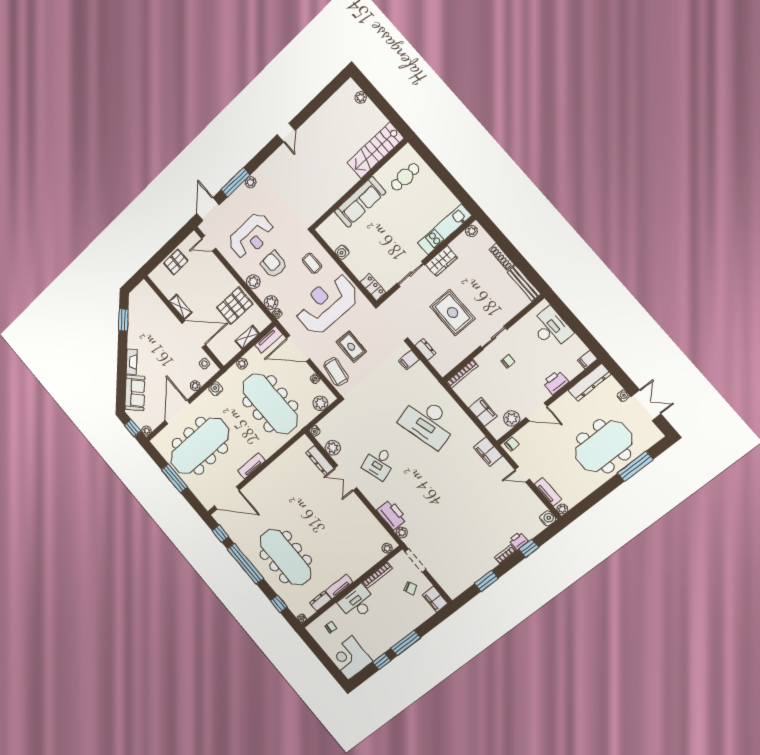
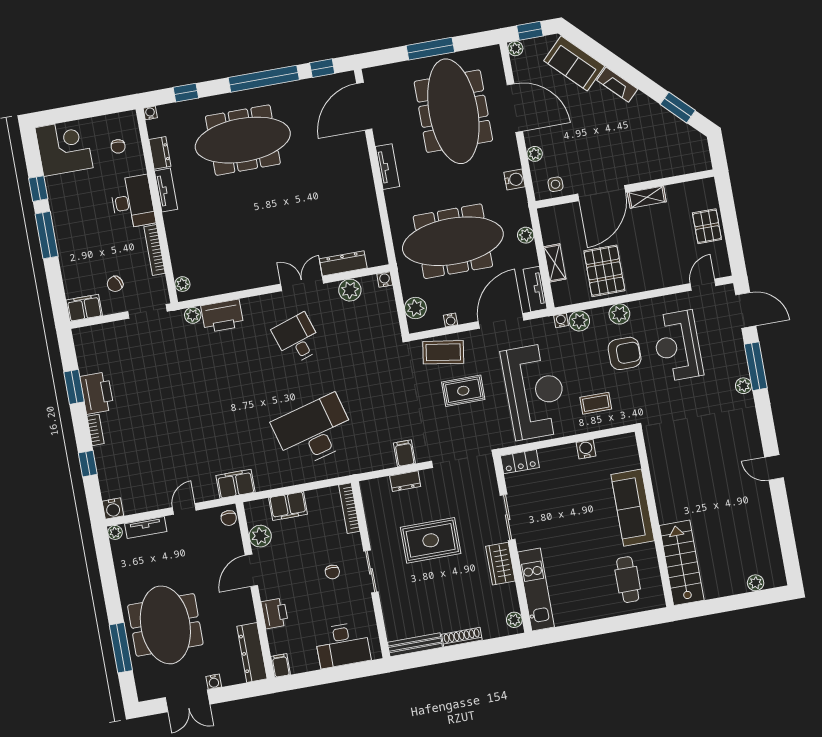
printer: (518, 541) -> (97, 393), moved, width x1.87, depth x1.48

